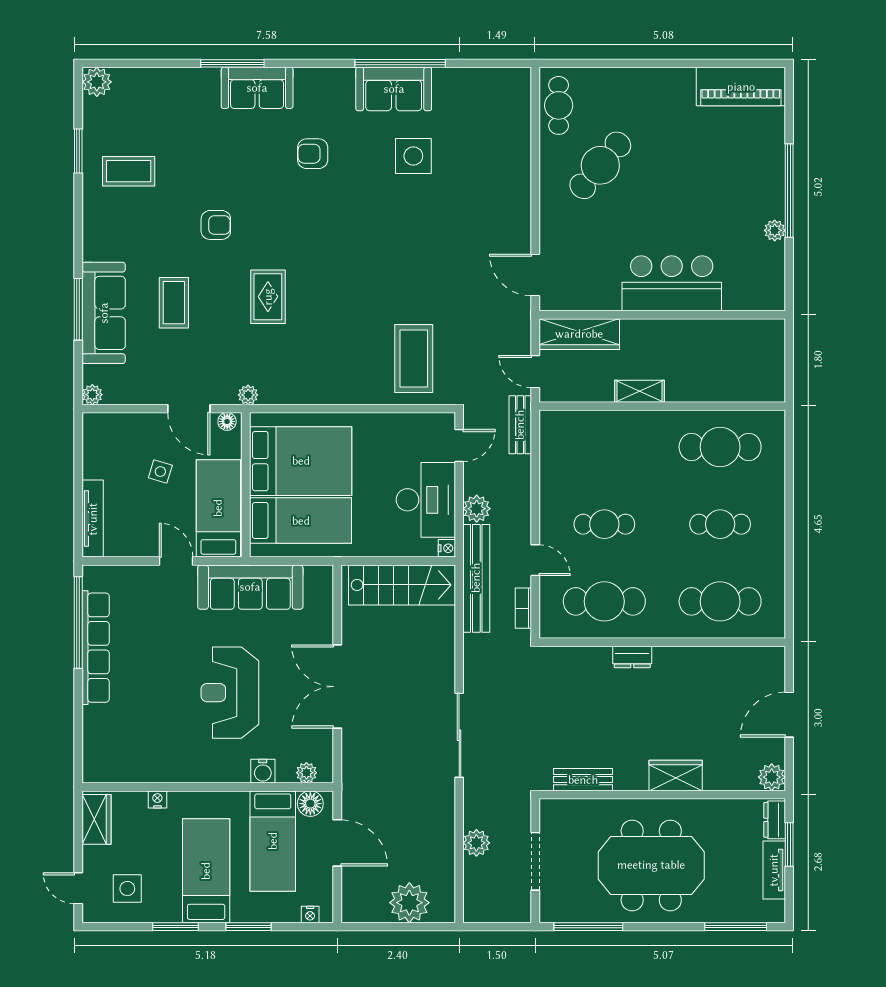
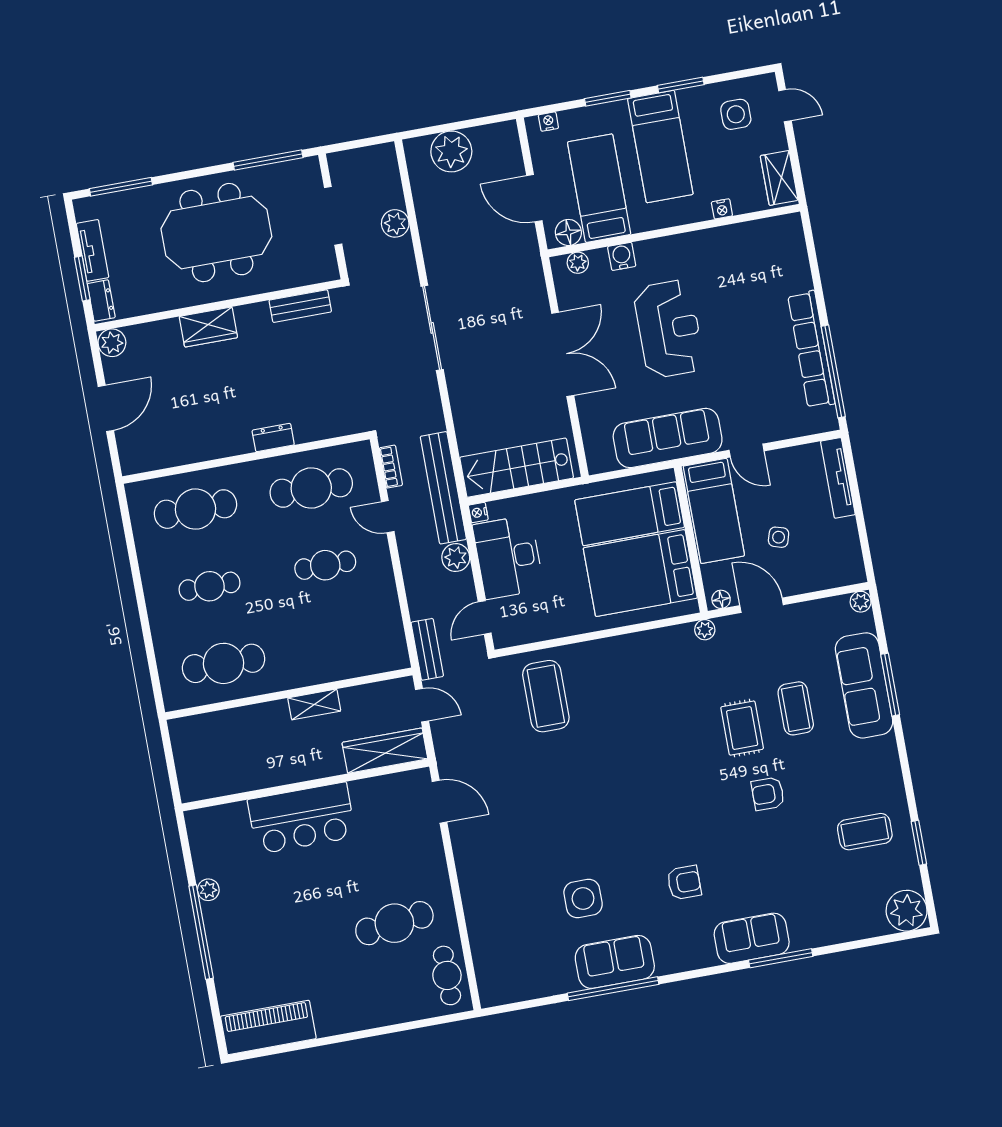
plant: (97, 82) -> (907, 911), width x1.36, depth x1.36
cafe table: (600, 165) -> (394, 923), turned 43
rug: (268, 297) -> (742, 728), moved

